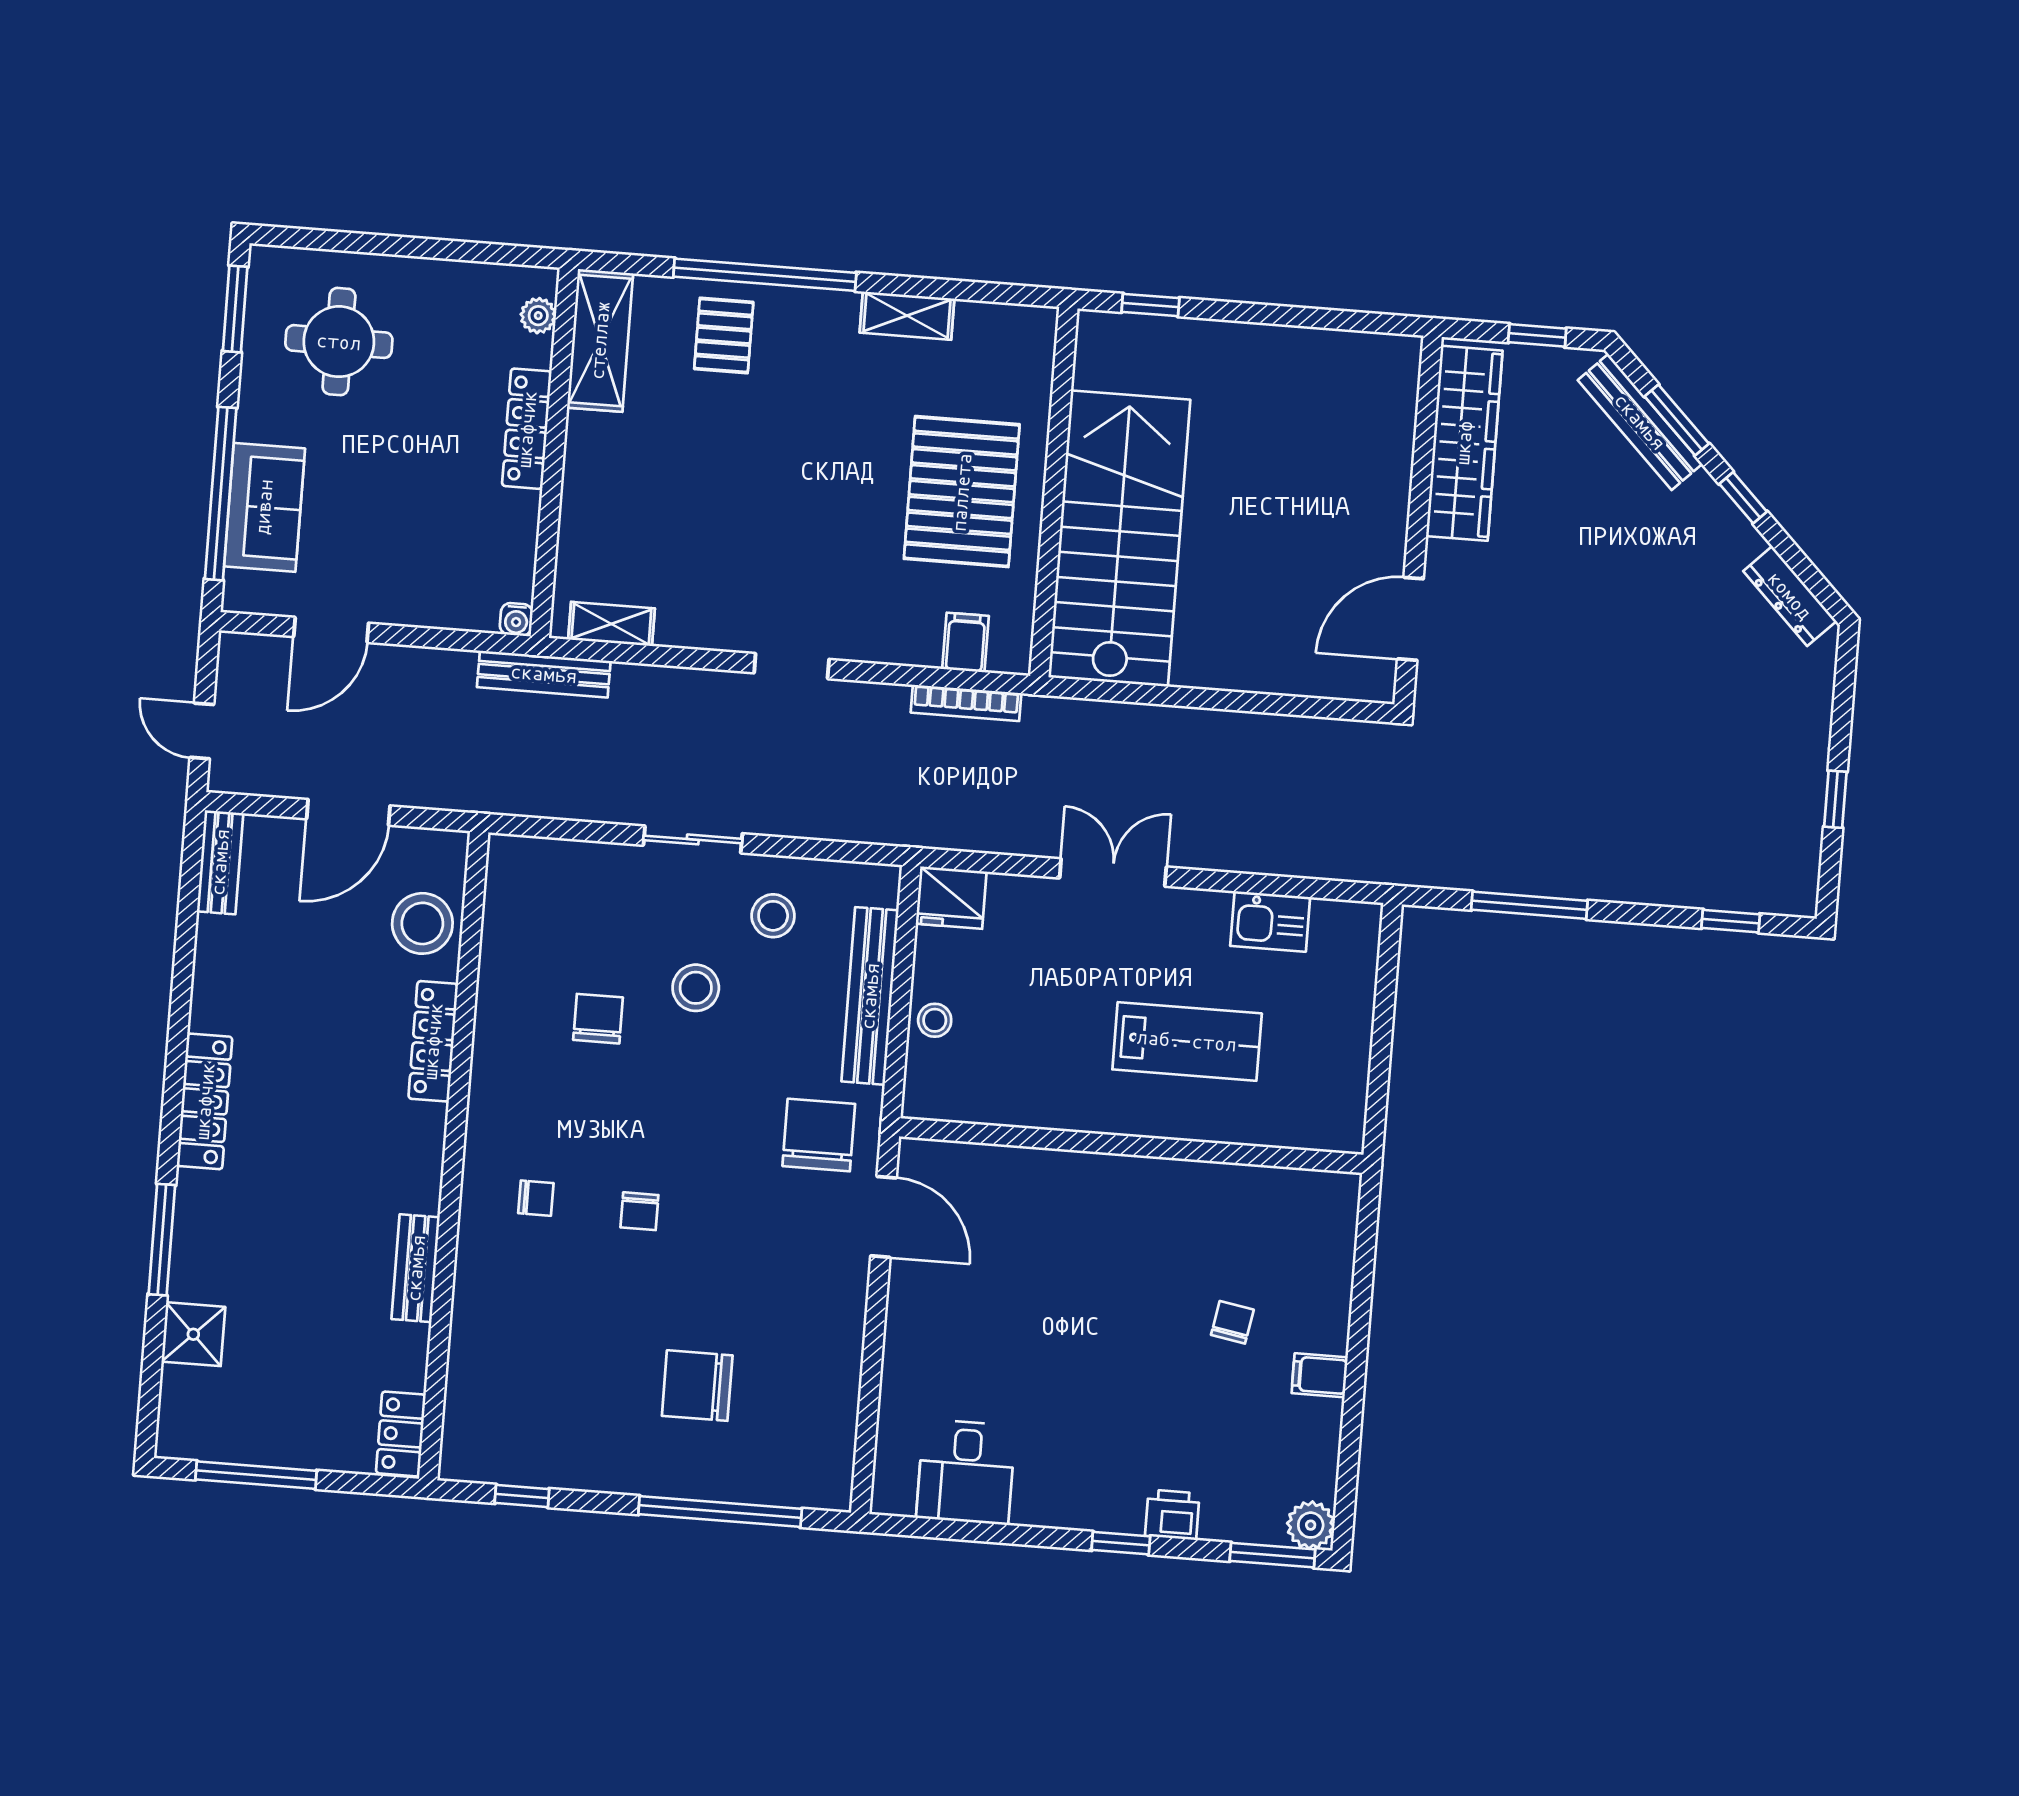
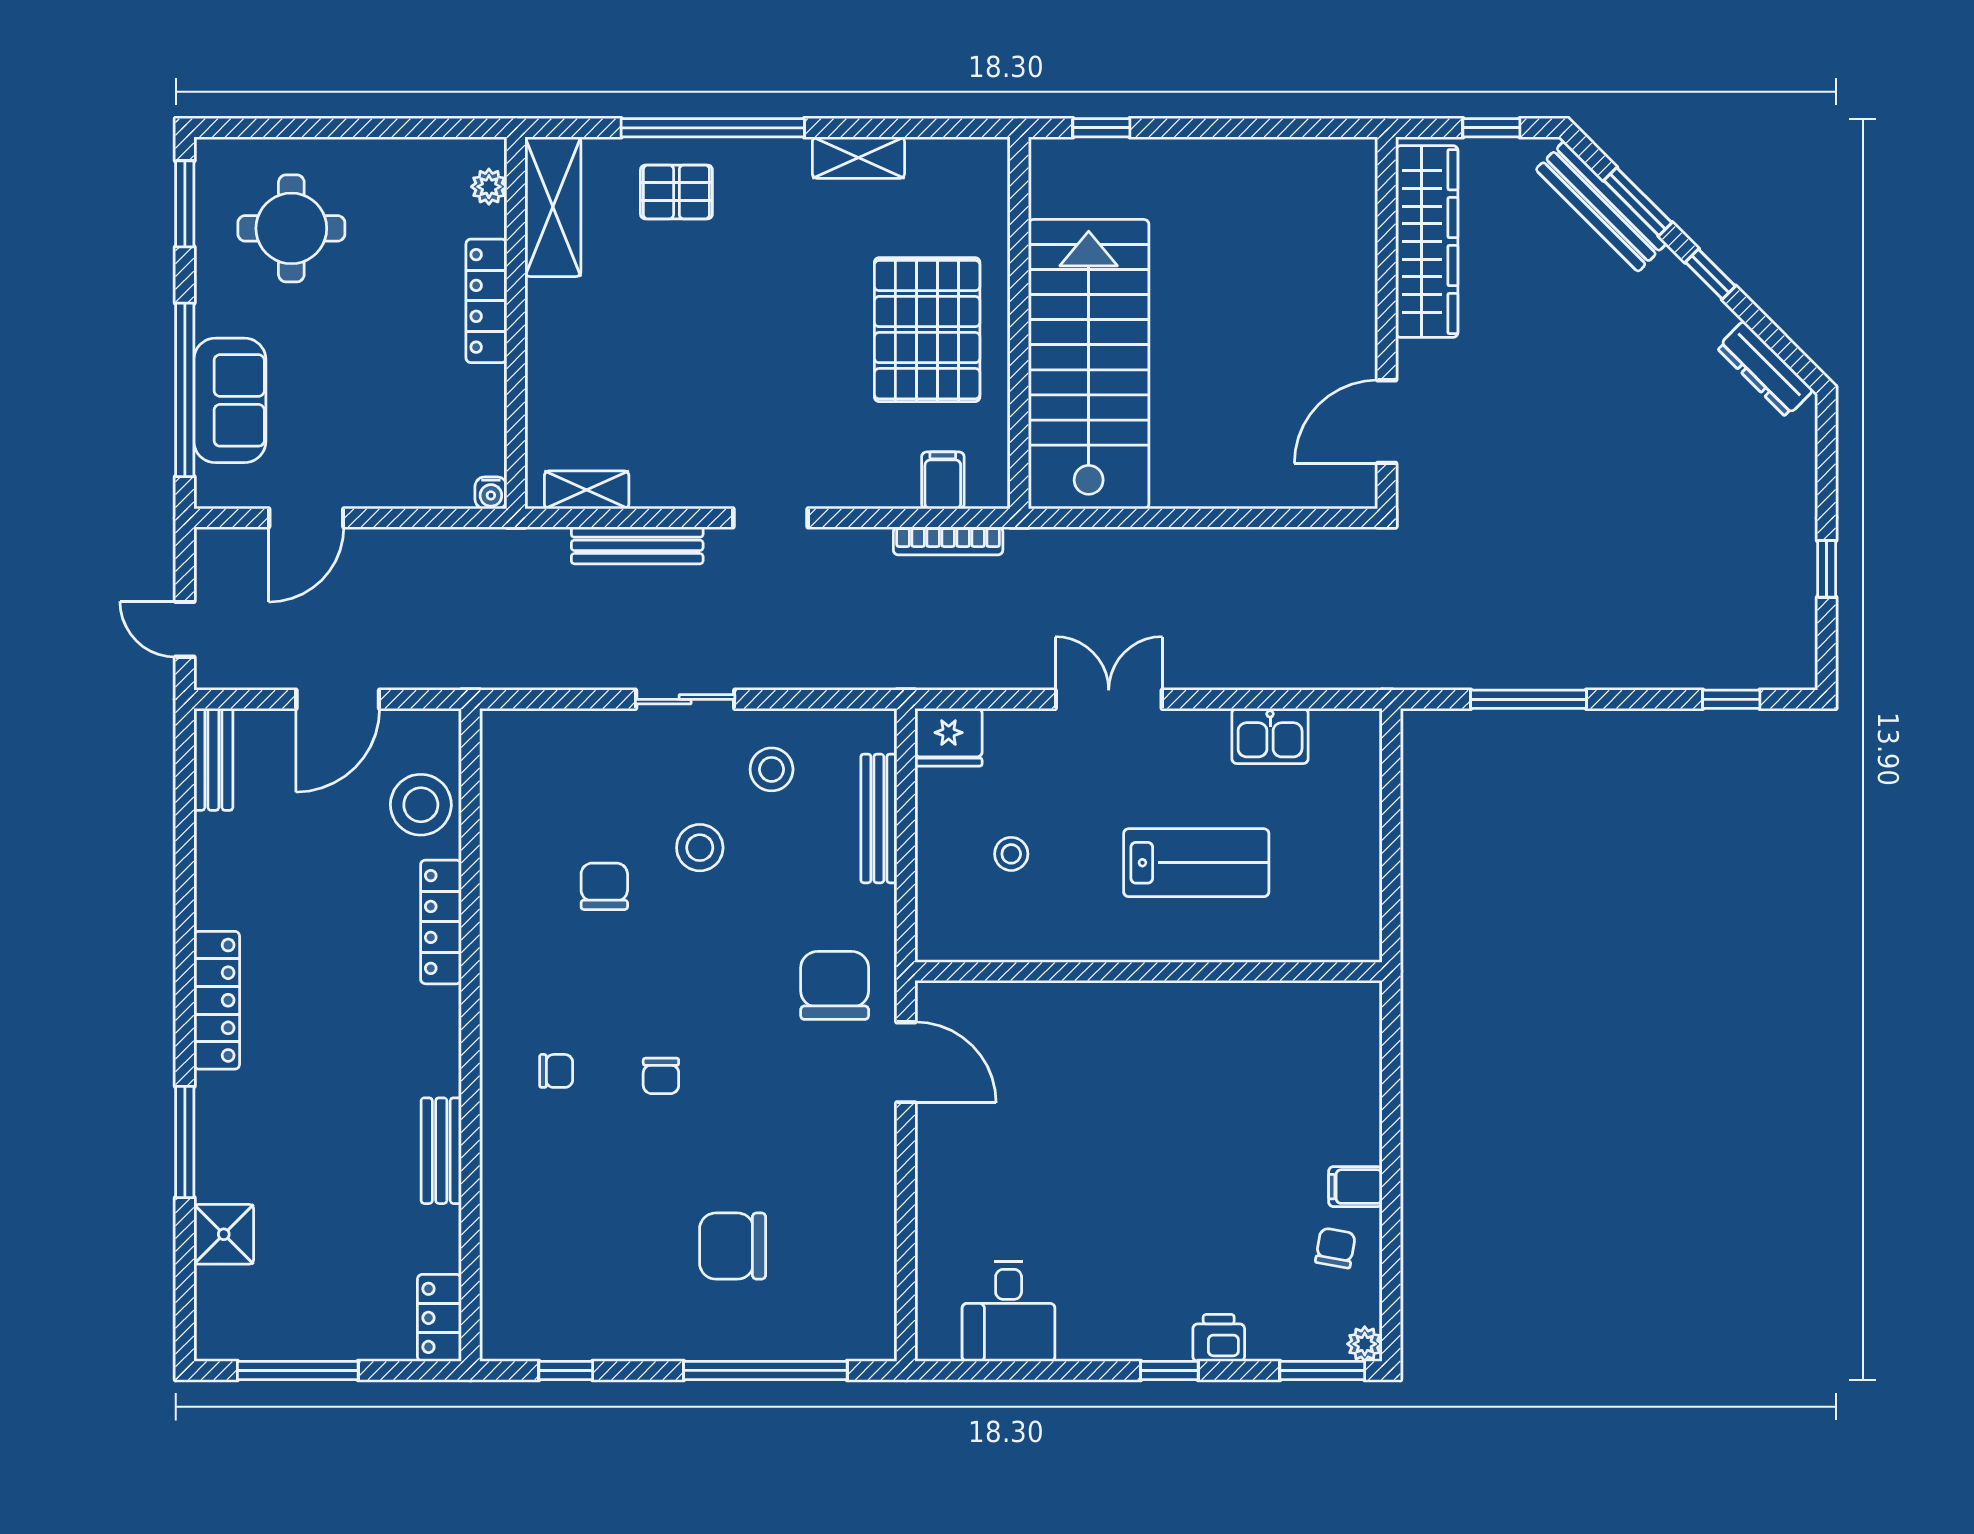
pallet: (724, 335) -> (676, 192), turned 90
bench: (544, 674) -> (637, 545), moved
bench: (870, 996) -> (879, 818), width x0.73, depth x0.82
stool: (935, 1020) -> (1011, 854), moved
chair: (1232, 1322) -> (1335, 1248), moved
plant: (1311, 1525) -> (1365, 1344), width x0.73, depth x0.73

